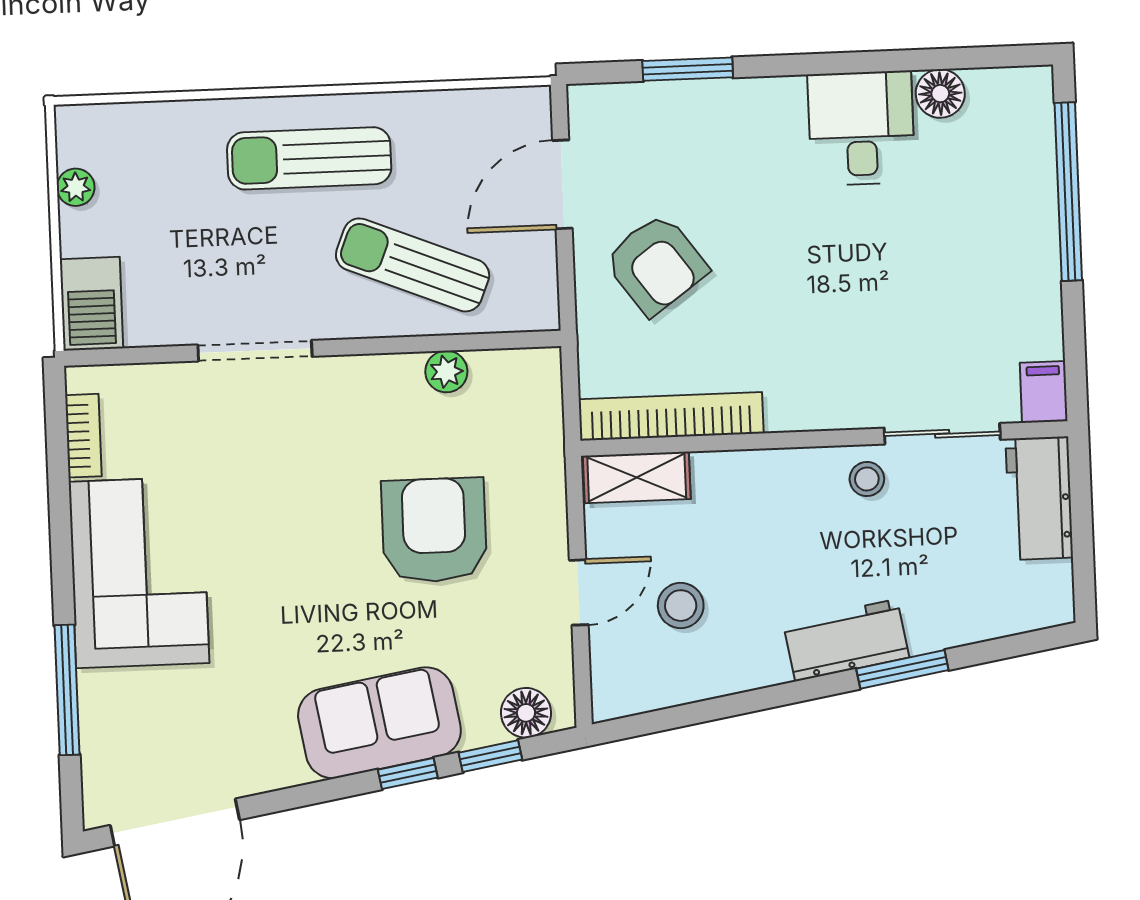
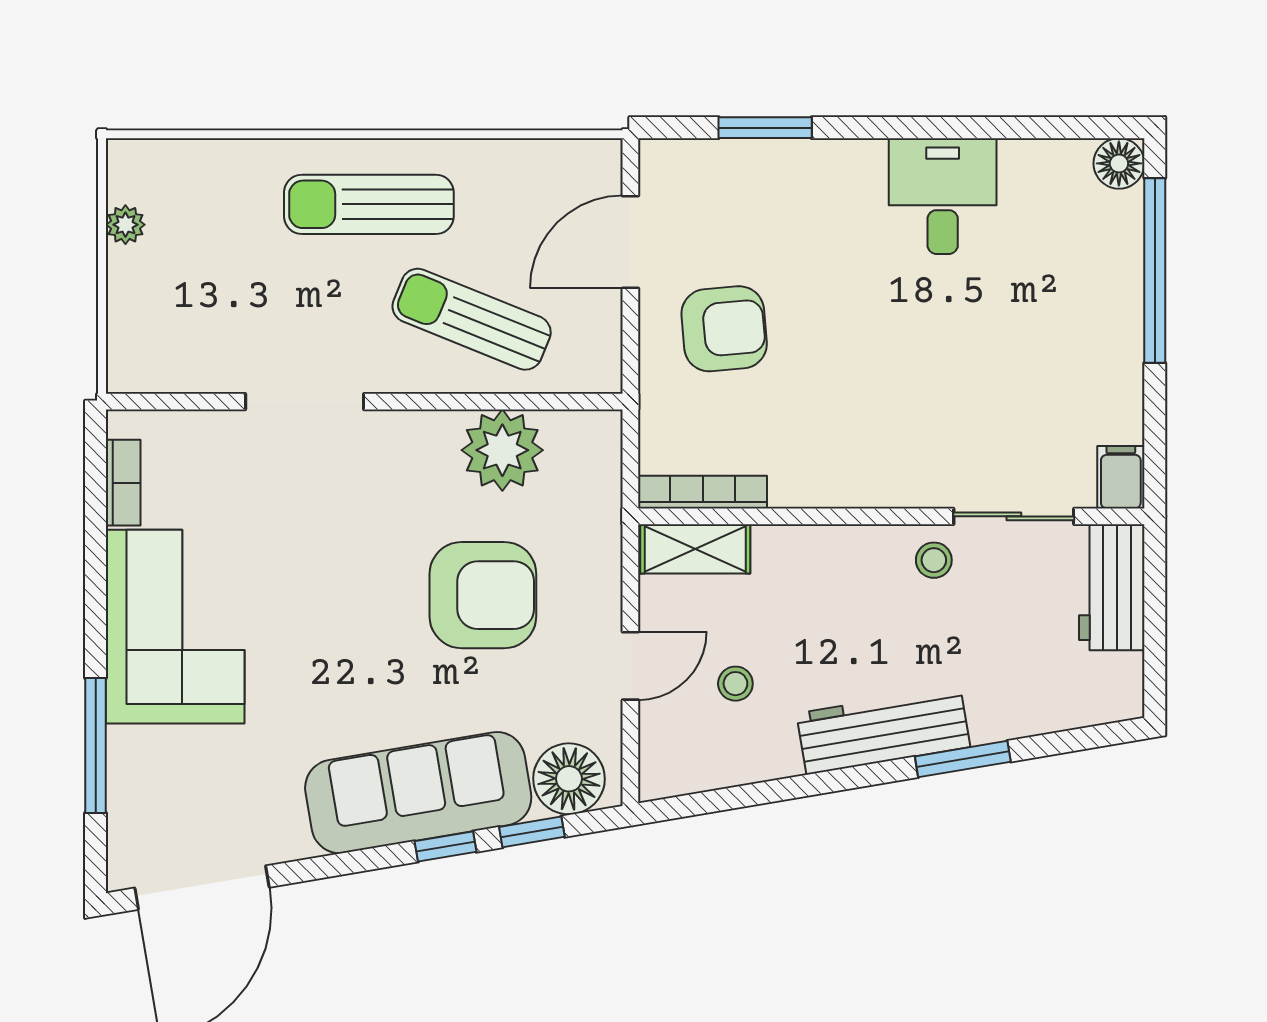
floor lamp: (940, 94) -> (1119, 163), moved
armchair: (656, 264) -> (724, 329), turned -59
barbecue: (91, 304) -> (137, 346), removed
plant: (446, 372) -> (502, 450), width x1.87, depth x1.87
bookcase: (671, 416) -> (703, 492), width x0.68, depth x0.76
armchair: (434, 530) -> (483, 595), turned 90
stool: (681, 606) -> (735, 684), width x0.73, depth x0.73
workbench: (846, 640) -> (883, 730), width x1.38
floor lamp: (526, 713) -> (569, 779), width x1.38, depth x1.38
sofa: (379, 723) -> (418, 793), width x1.36

